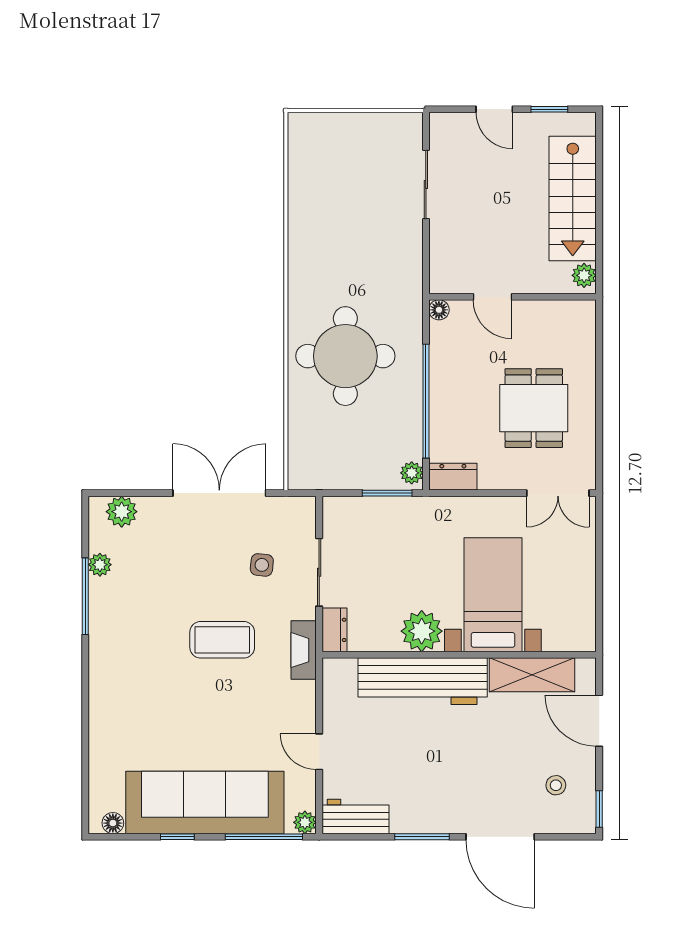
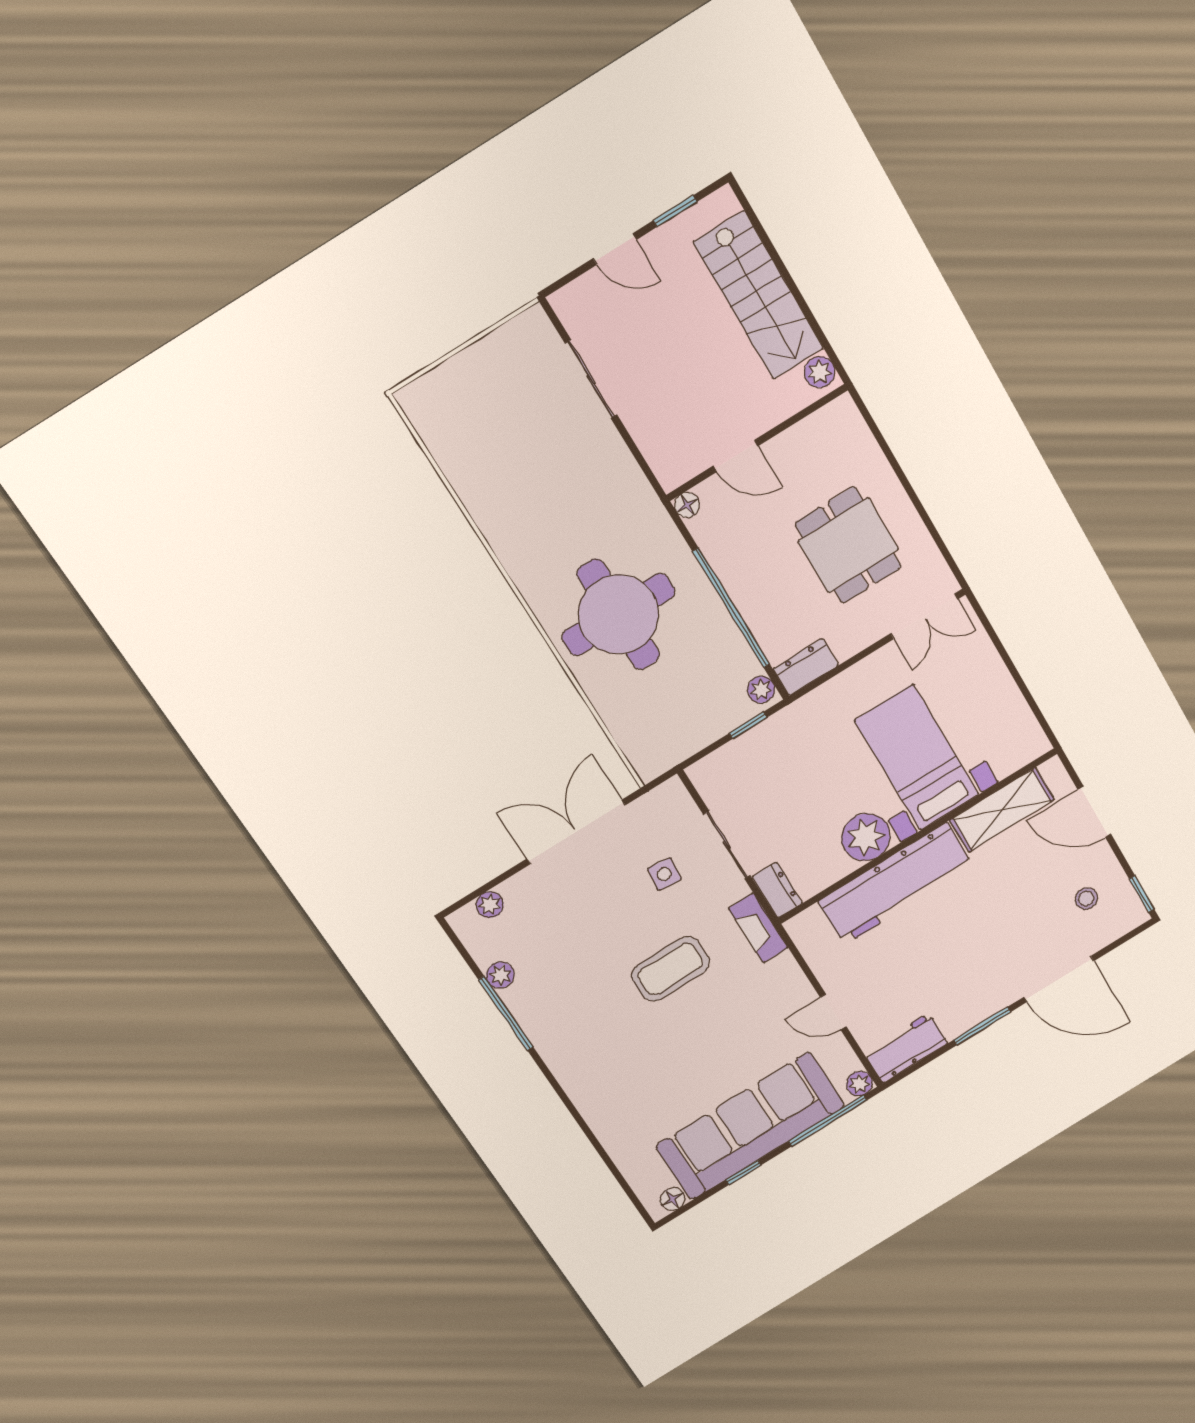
window: (387, 493) -> (748, 725), width x0.67
plant: (122, 512) -> (490, 905), width x0.73, depth x0.73

